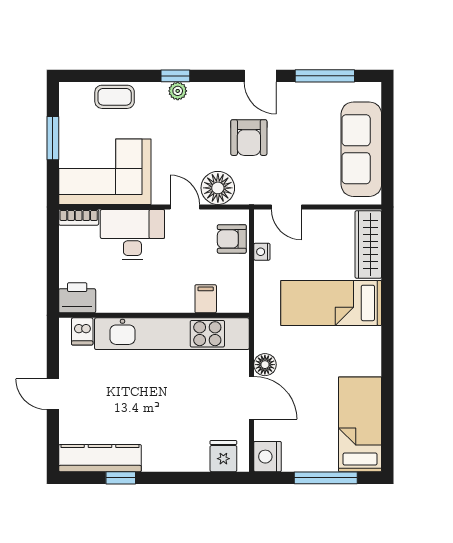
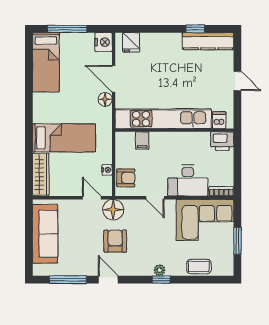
floor lamp: (218, 188) -> (113, 210), moved

